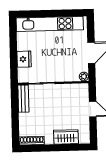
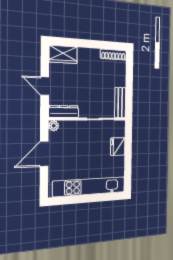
dresser: (76, 89) -> (64, 112), added
wardrobe: (66, 137) -> (63, 54), moved

